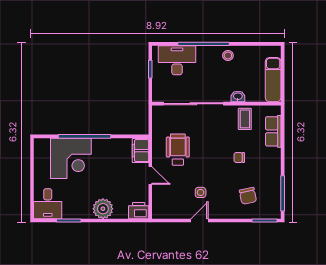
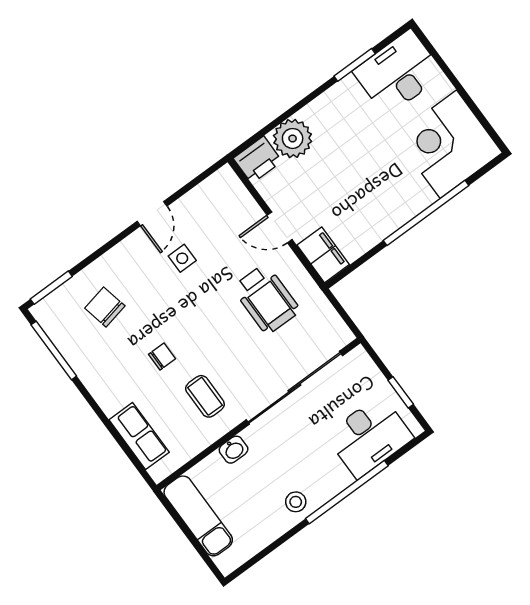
coffee table: (245, 119) -> (205, 396), moved
corner desk: (71, 158) -> (448, 144), moved
desk: (48, 204) -> (398, 73), width x1.37
plant: (103, 209) -> (293, 138), moved

